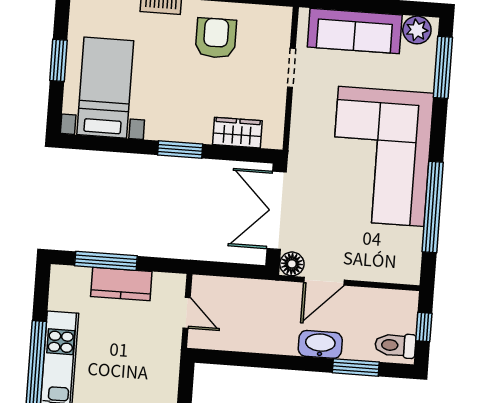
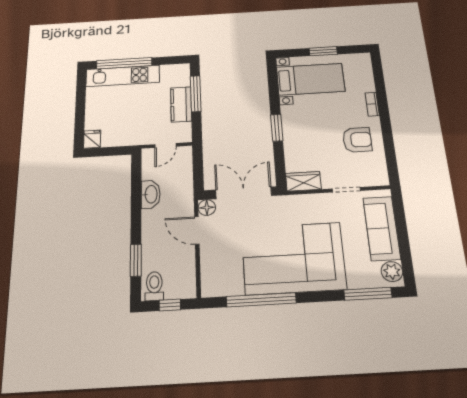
wardrobe: (237, 133) -> (303, 181), moved, turned -90
washbasin: (320, 344) -> (151, 194), moved

